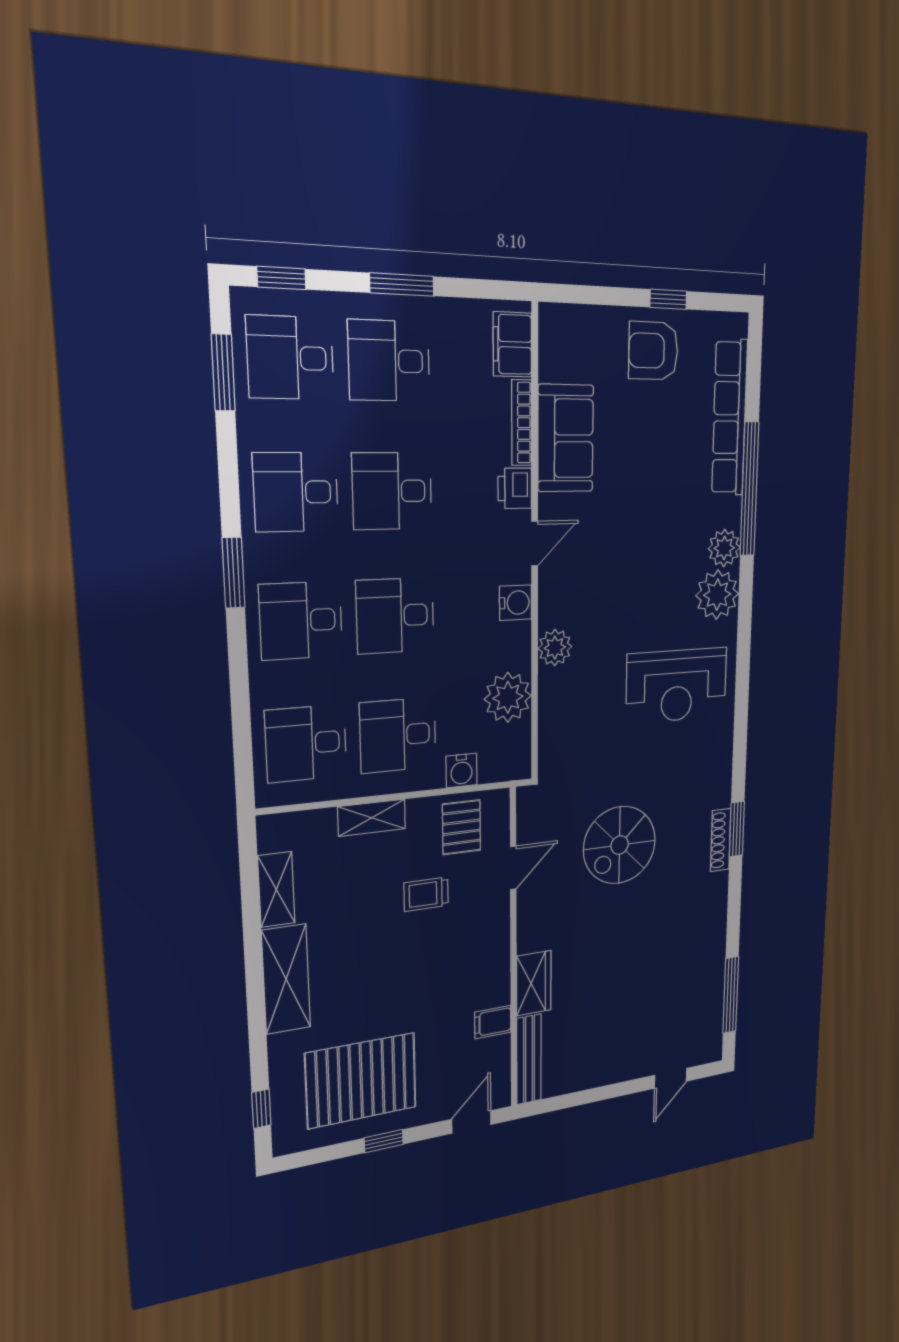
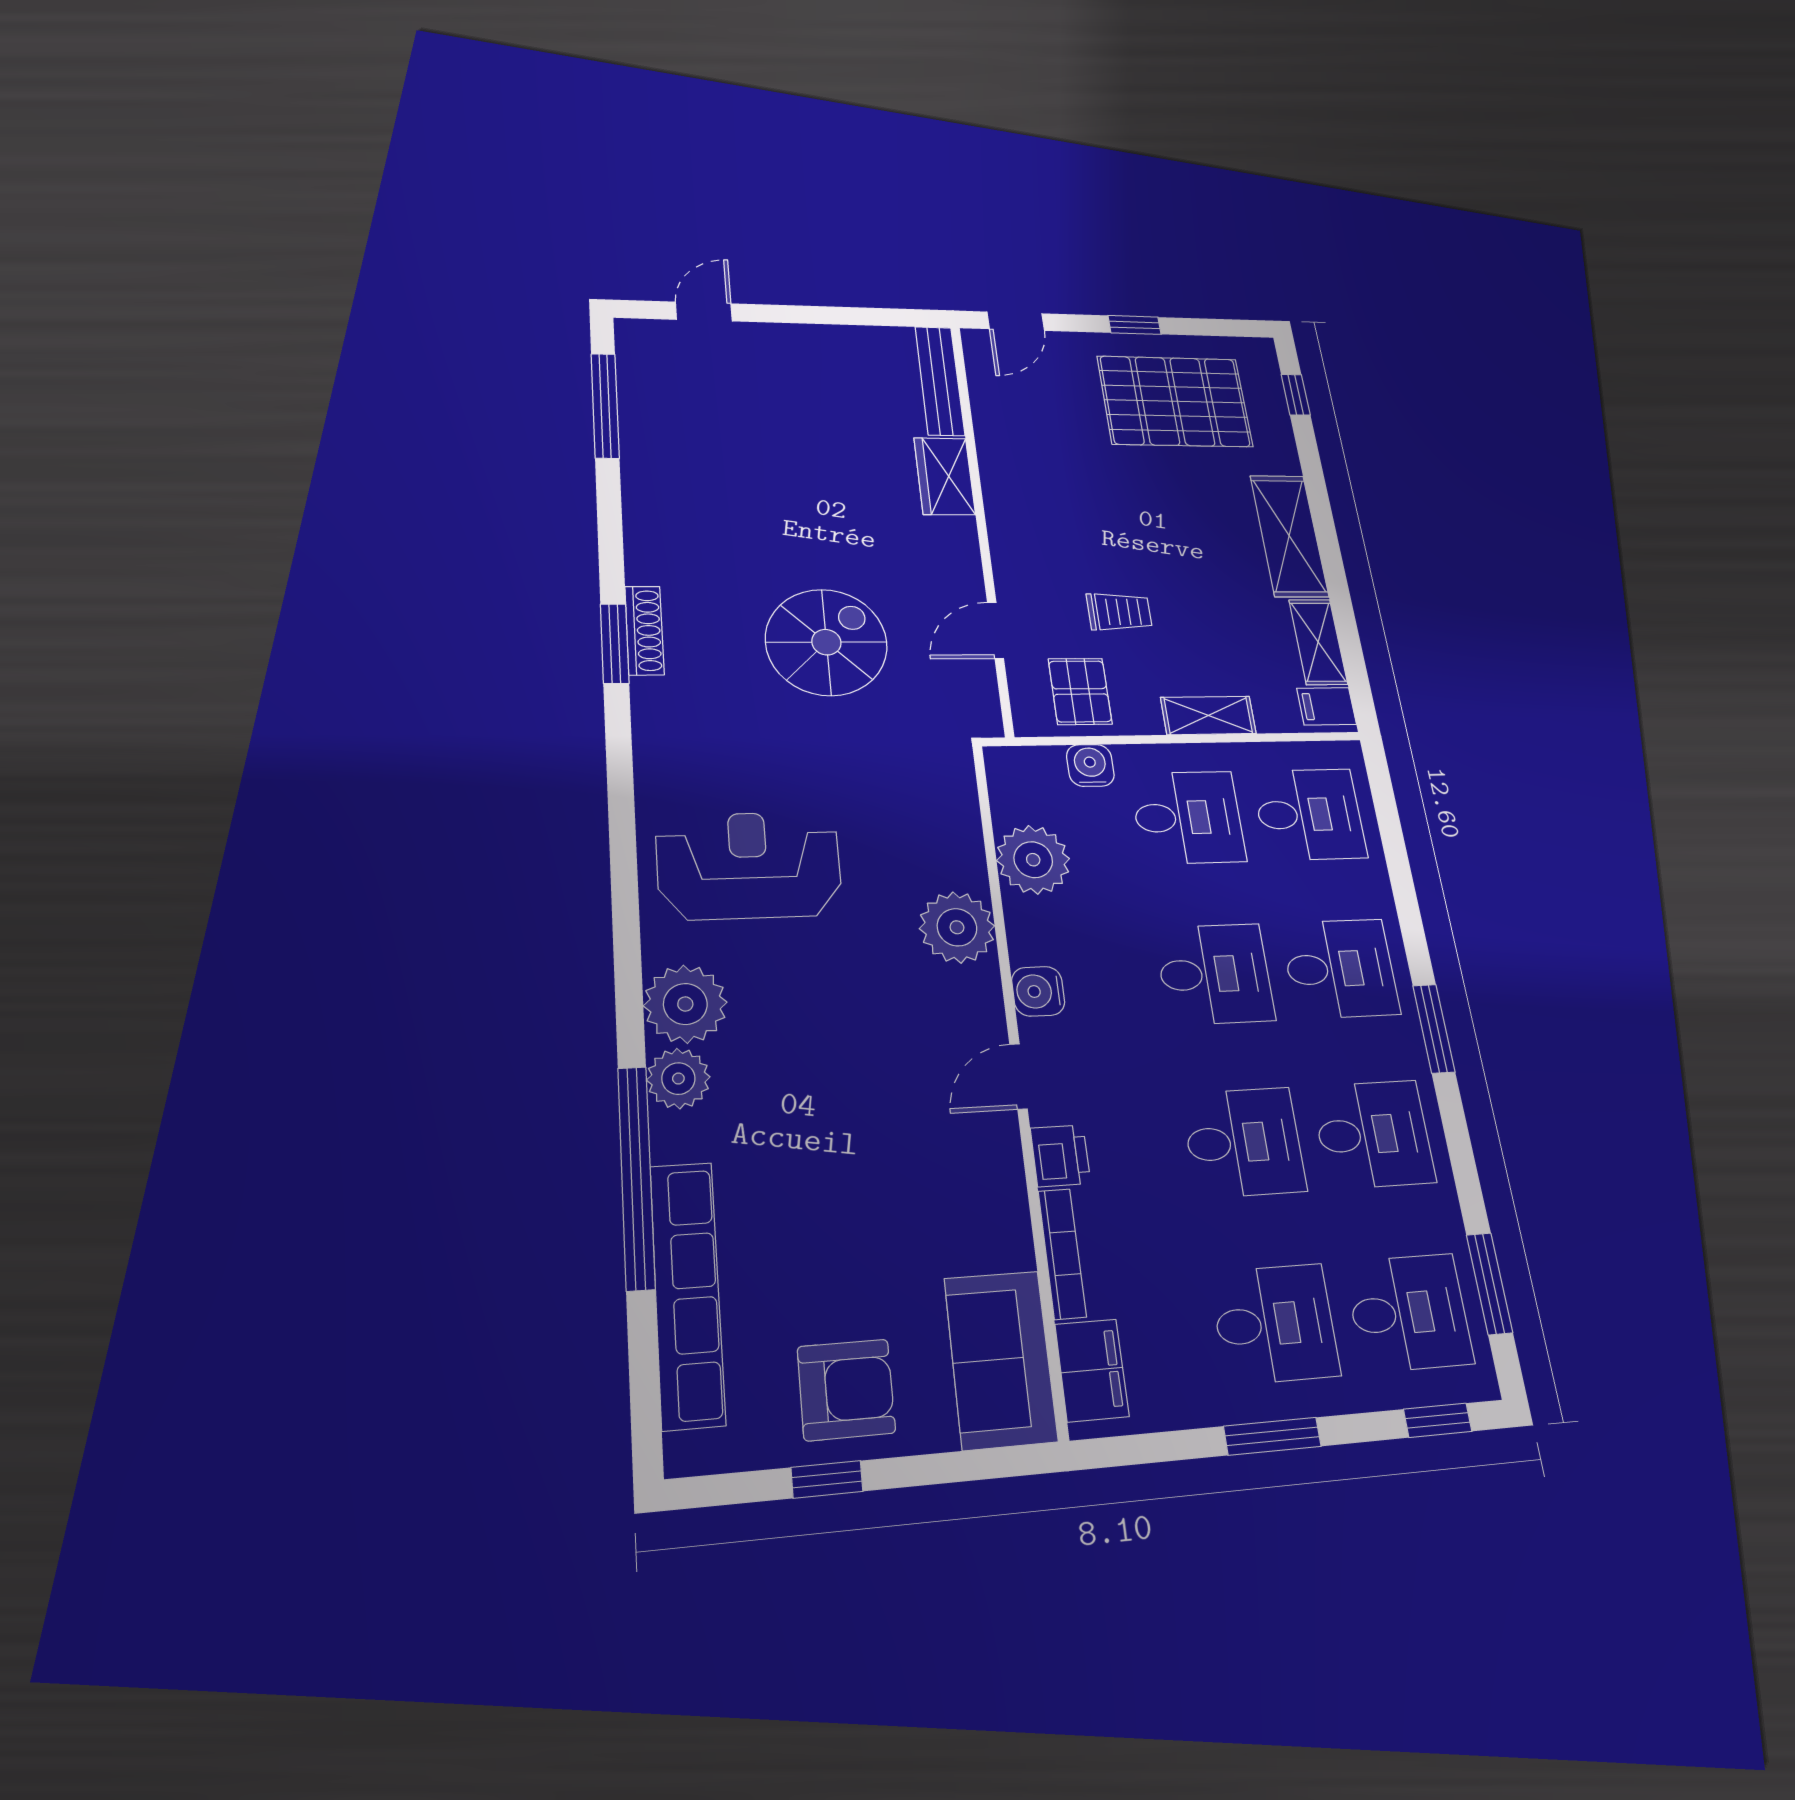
sofa: (566, 438) -> (1001, 1359), moved
plant: (555, 648) -> (957, 927), width x1.36, depth x1.36
filing cabinet: (493, 1022) -> (1327, 706), moved, turned 180

